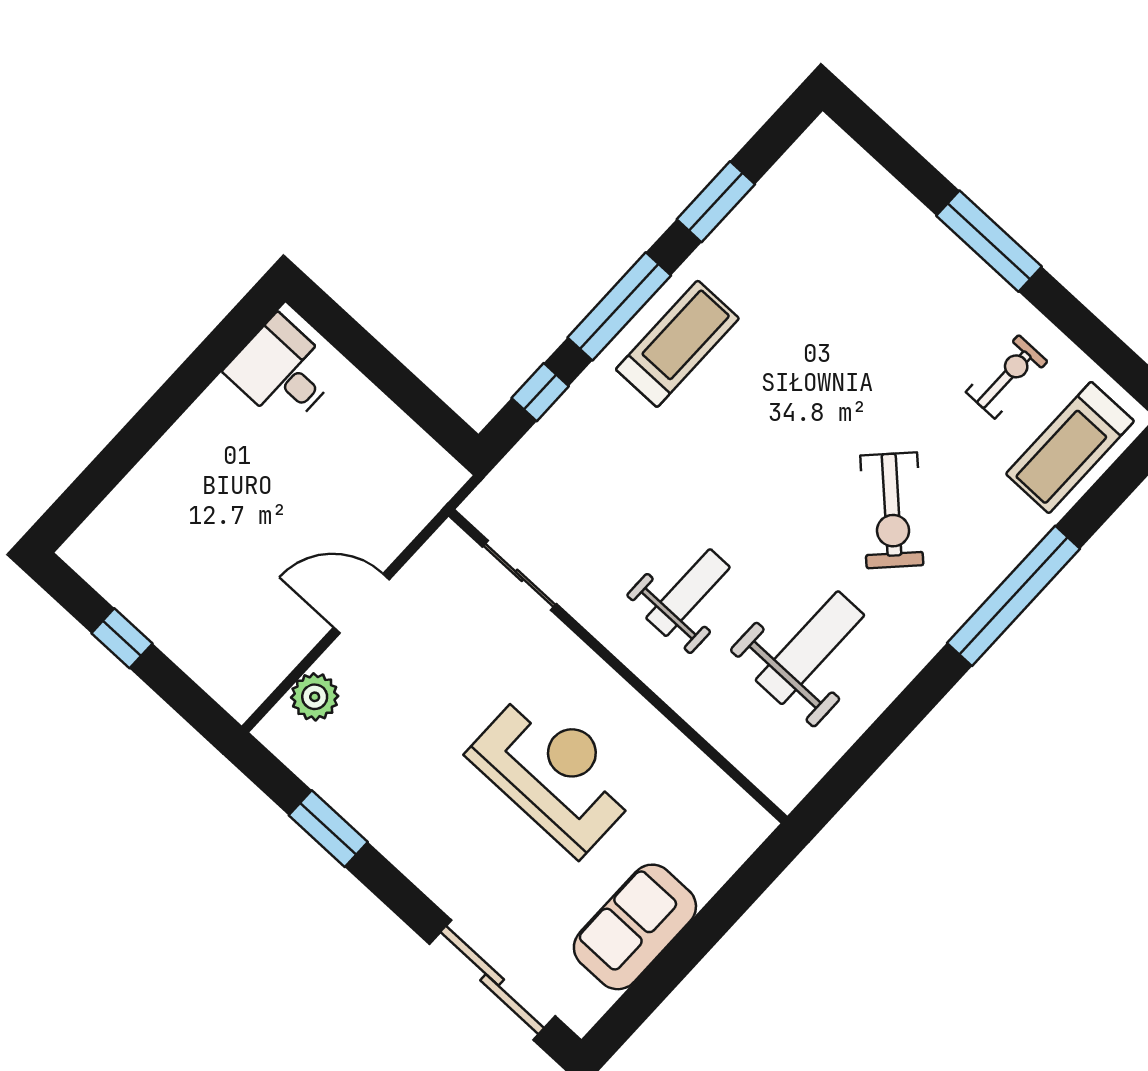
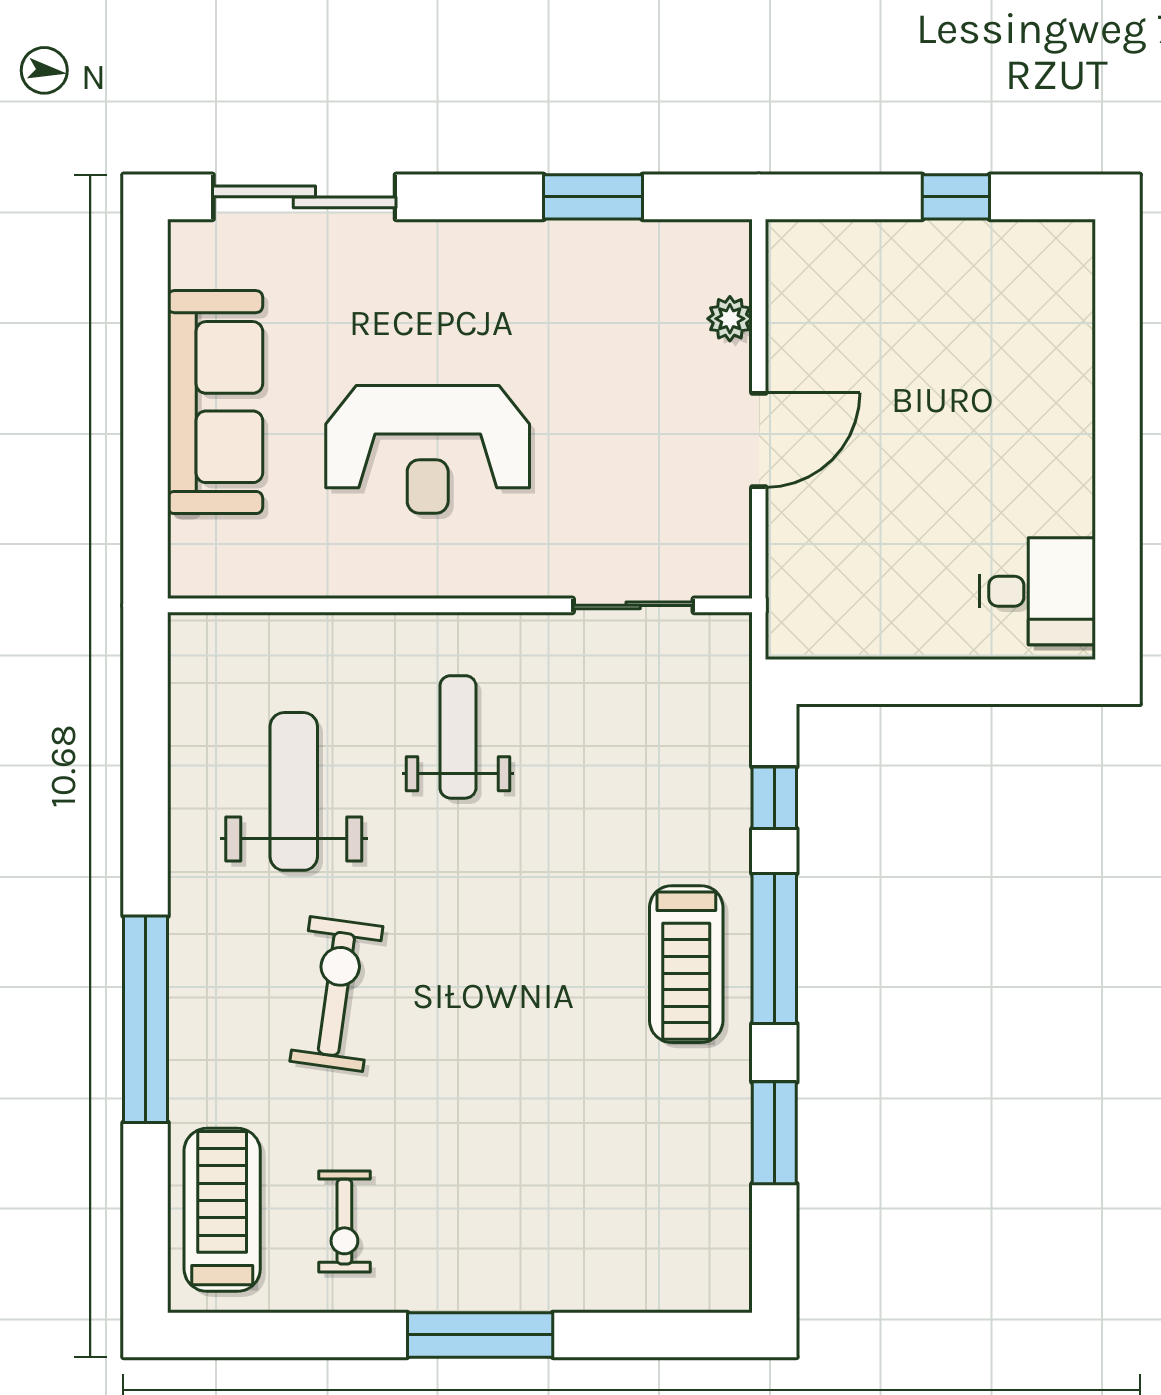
exercise bike: (892, 510) -> (336, 994), turned 54
weight bench: (688, 593) -> (458, 737), turned 180
weight bench: (810, 648) -> (294, 791), turned 180
plant: (315, 697) -> (730, 319), width x0.73, depth x0.73
sofa: (635, 927) -> (215, 402), width x1.36

